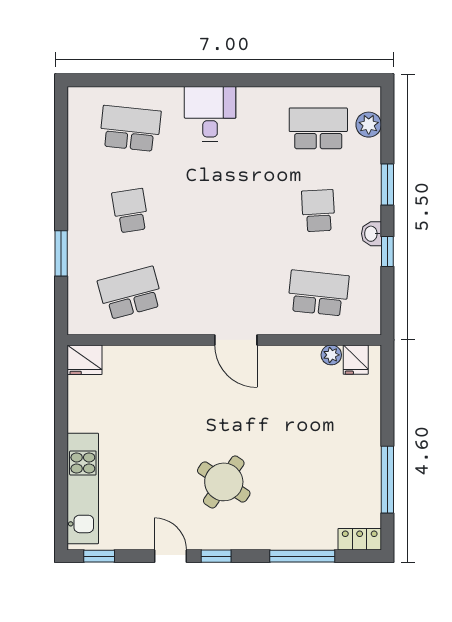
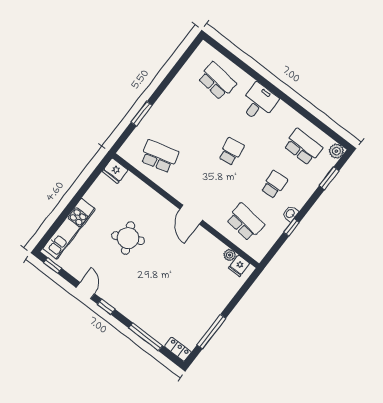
plant: (369, 125) -> (336, 151), moved
window: (387, 184) -> (329, 178), moved
school desk: (130, 211) -> (231, 152), moved
round table: (224, 482) -> (128, 238), moved, turned 30

